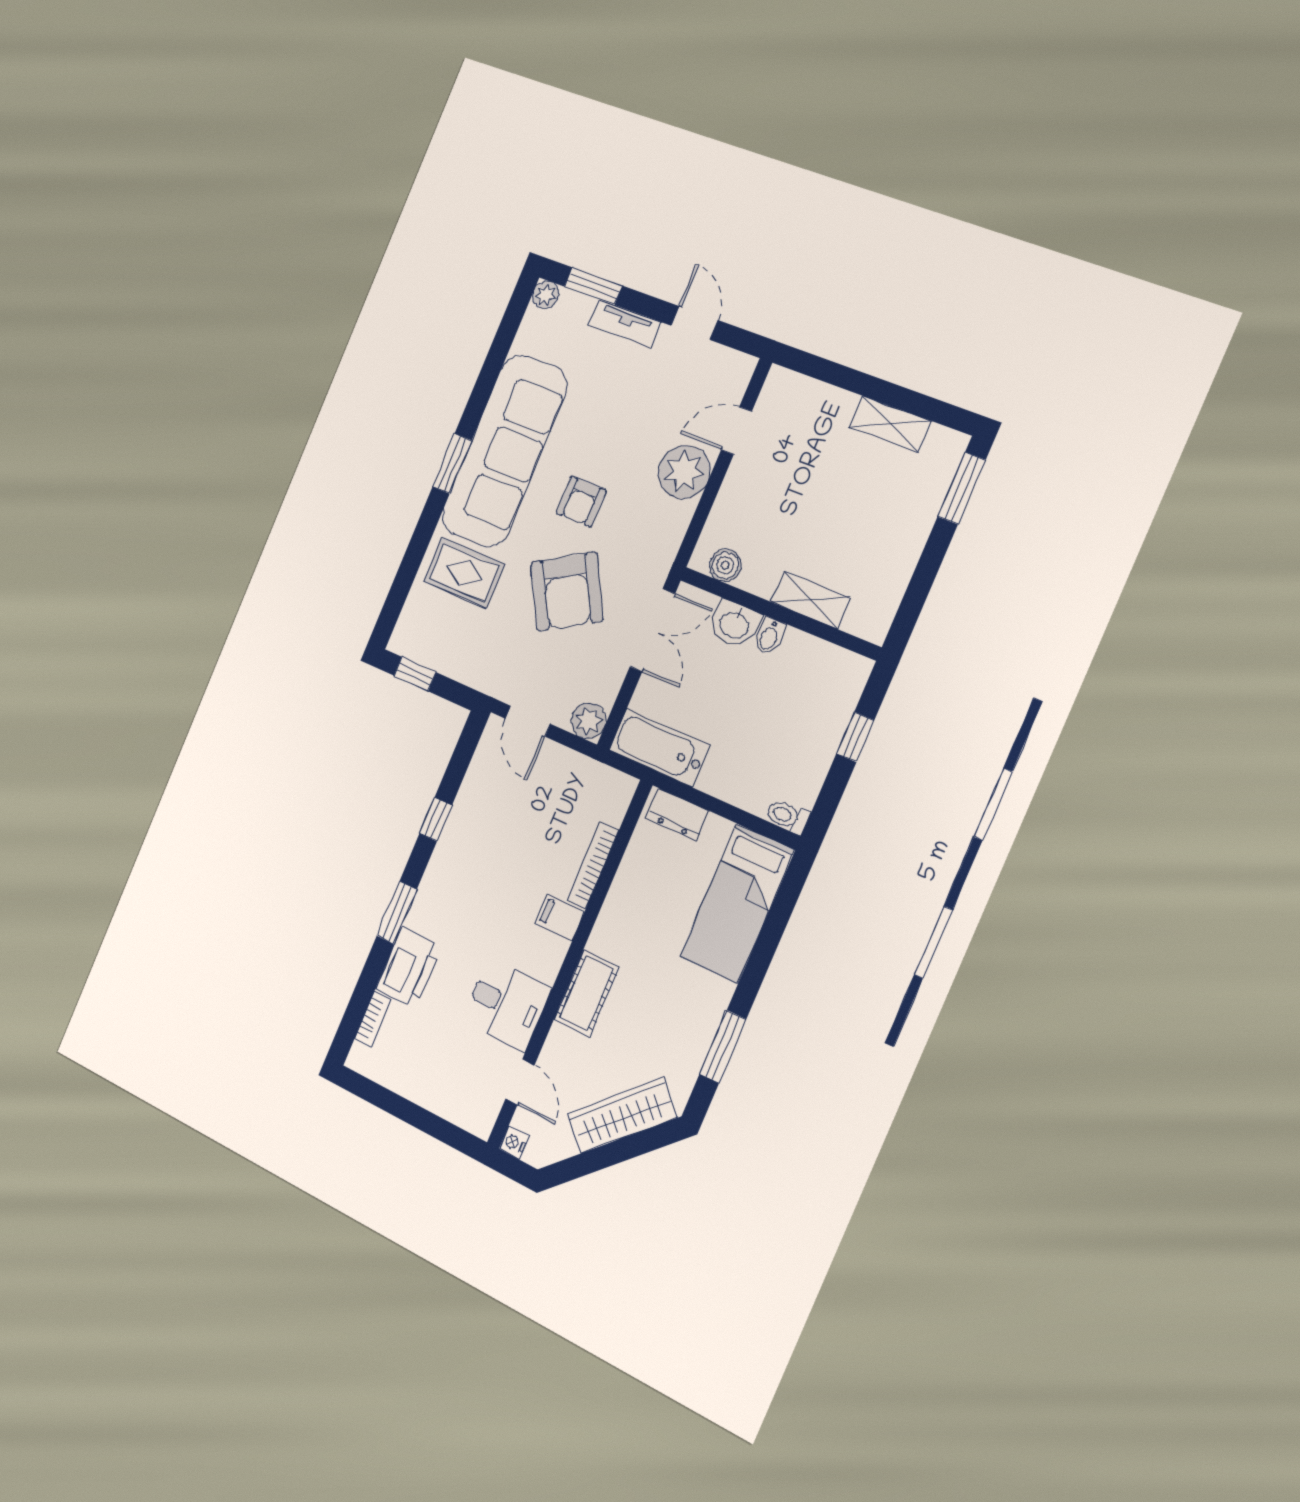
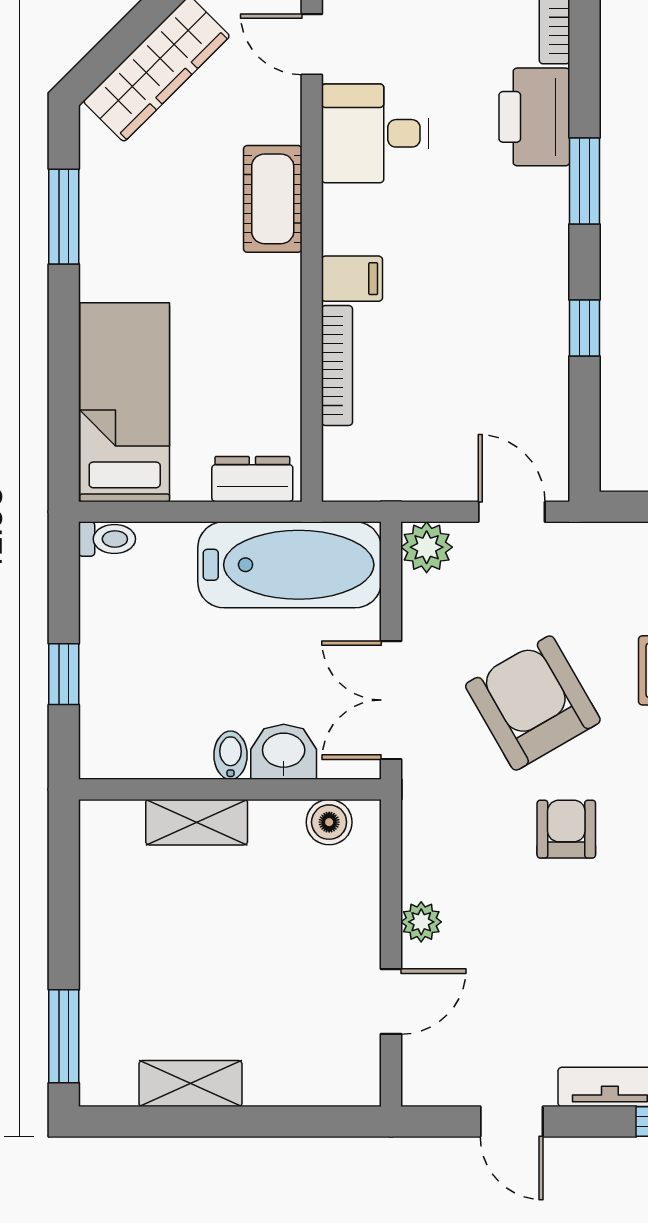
plant: (684, 472) -> (421, 922), width x0.53, depth x0.53
bathtub: (659, 748) -> (290, 565), width x1.36, depth x1.36

